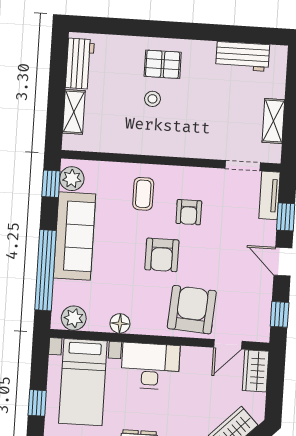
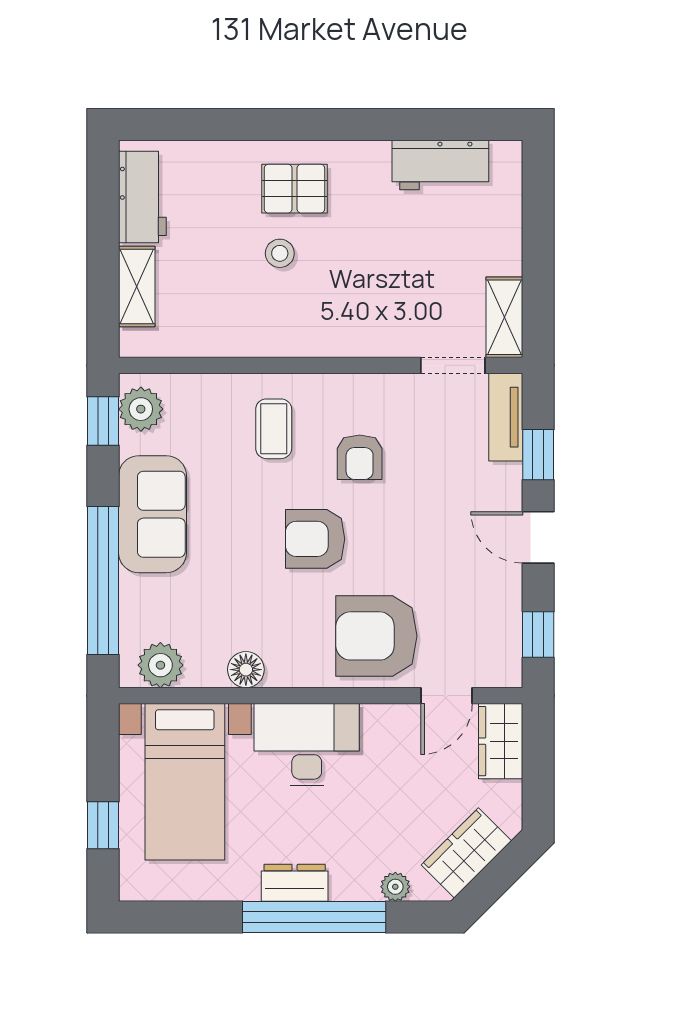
shelving: (273, 121) -> (504, 317), moved
sofa: (75, 236) -> (152, 514), width x0.73
armchair: (162, 255) -> (315, 539), turned 90
armchair: (192, 310) -> (376, 636), turned -94

